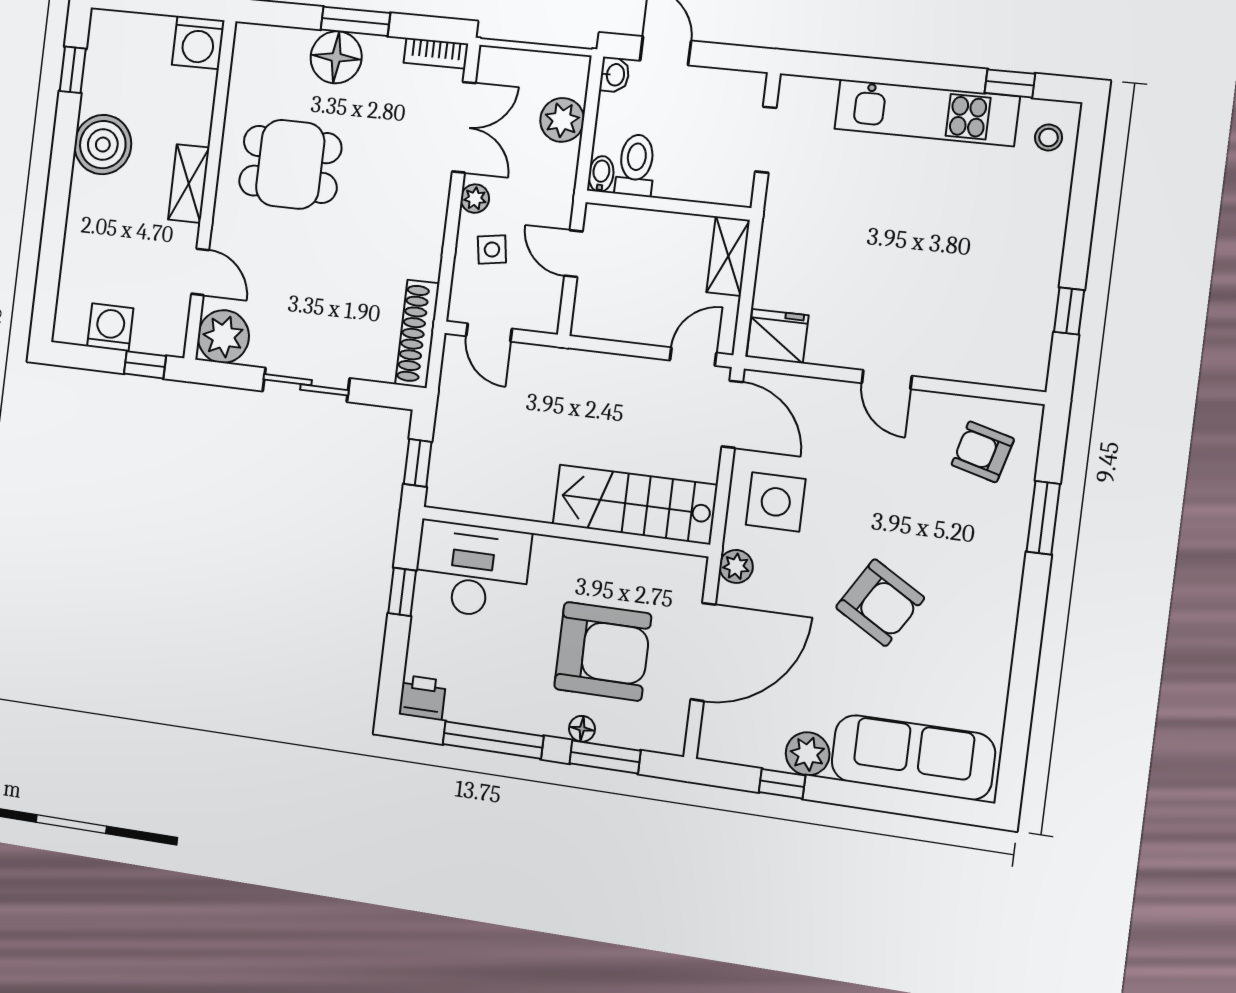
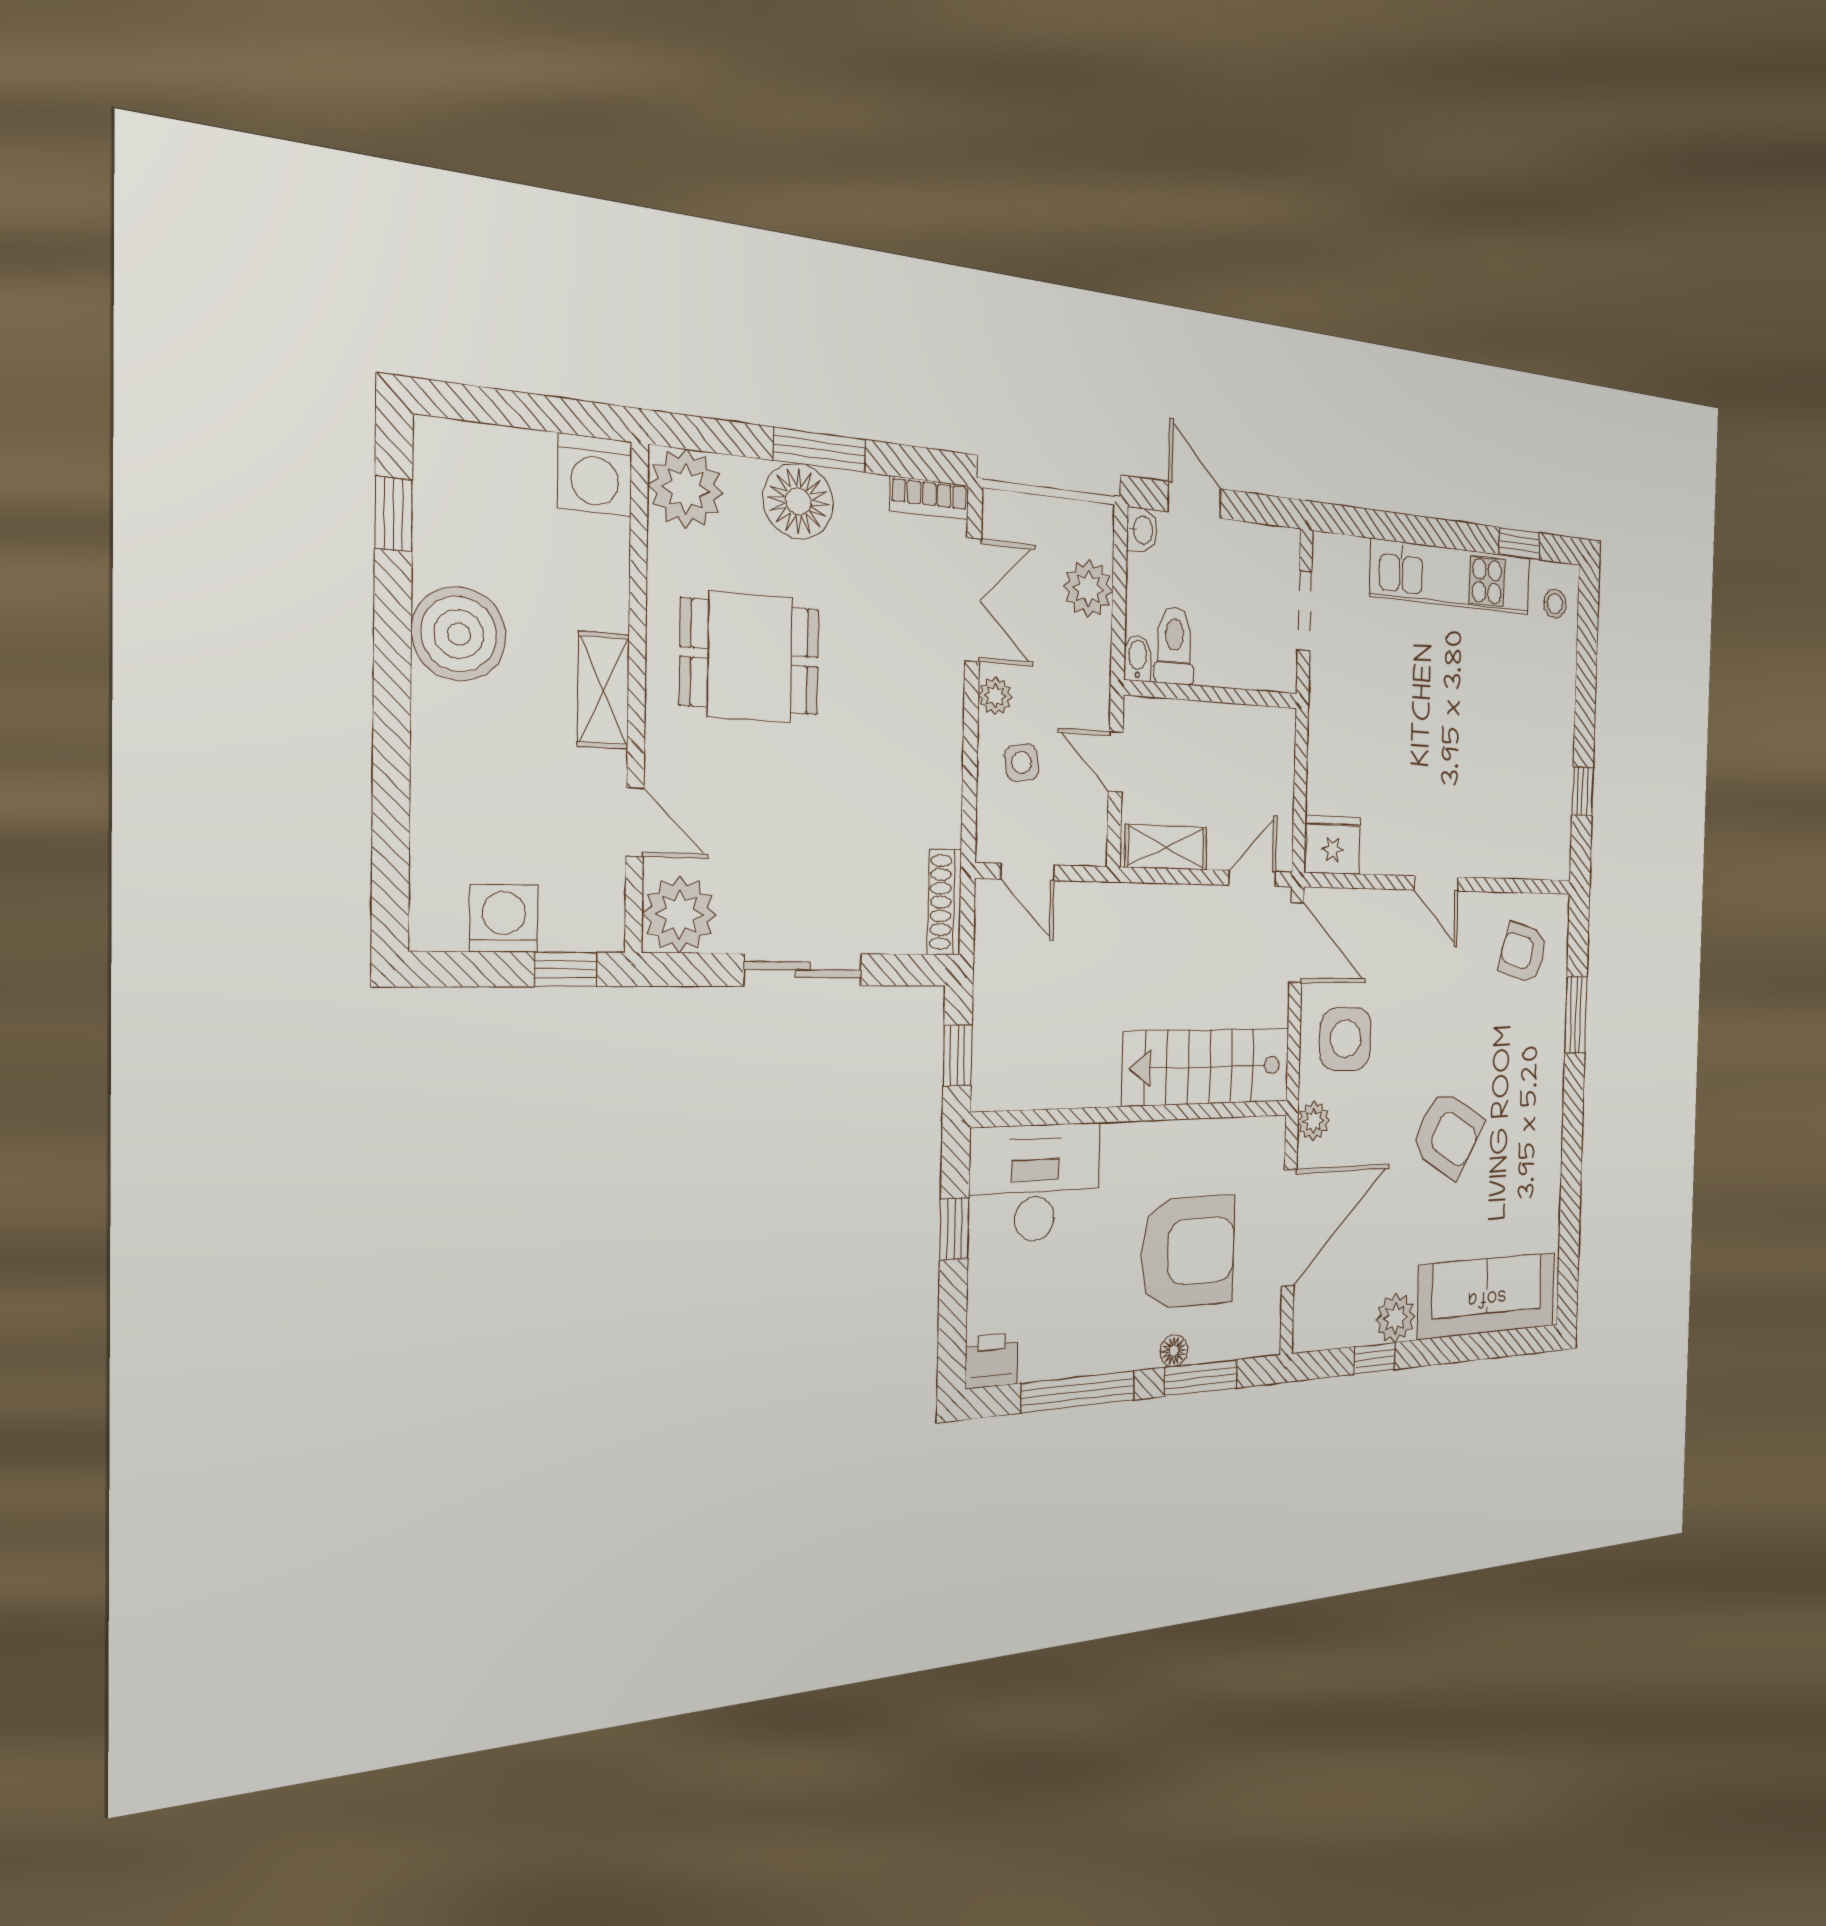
plant: (258, 50) -> (686, 489), added
shelving: (728, 256) -> (1166, 847), moved, turned 90
shoe rack: (417, 334) -> (944, 902), width x0.74, depth x0.81

